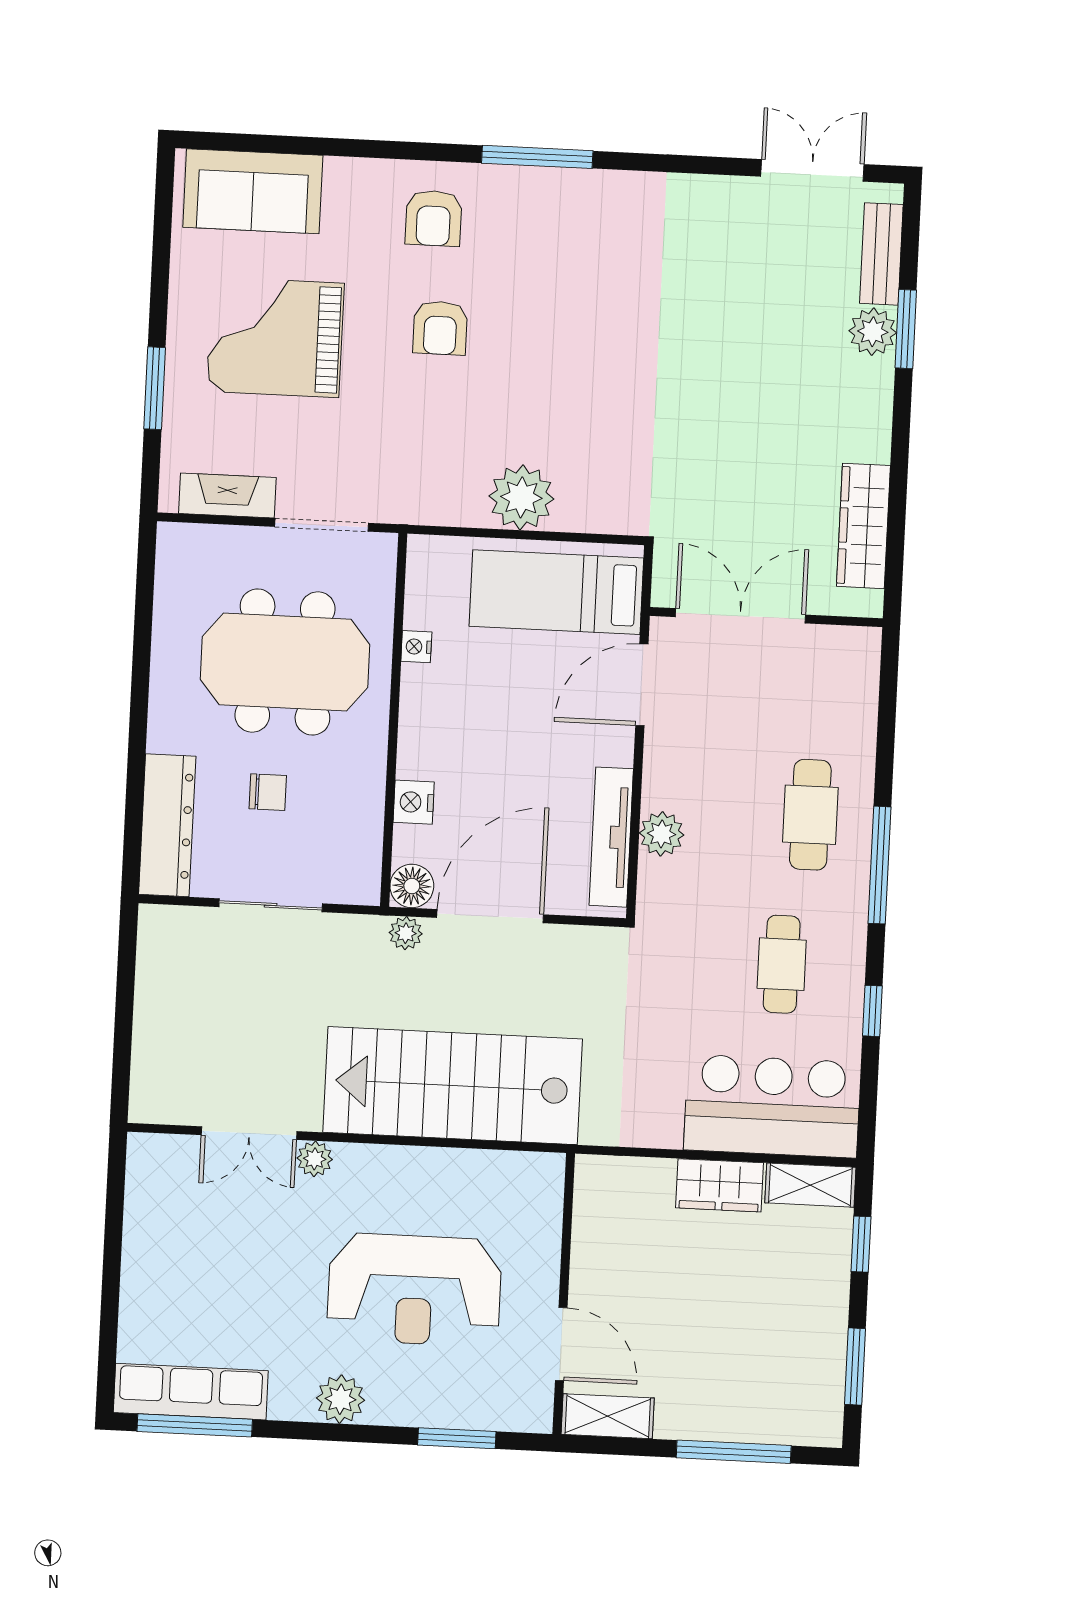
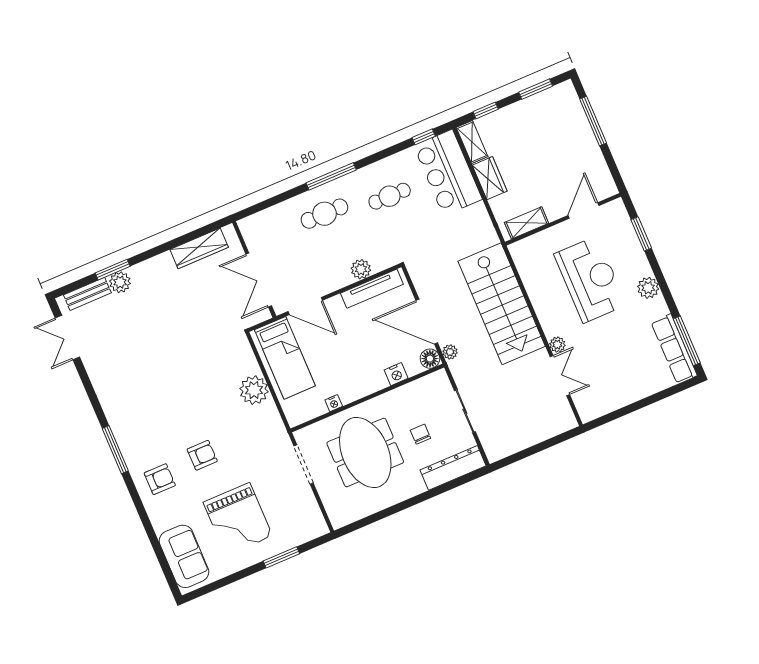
fireplace: (227, 495) -> (310, 508), removed
window: (872, 1011) -> (424, 137), moved
shelving: (608, 1416) -> (527, 223), moved, turned 90

